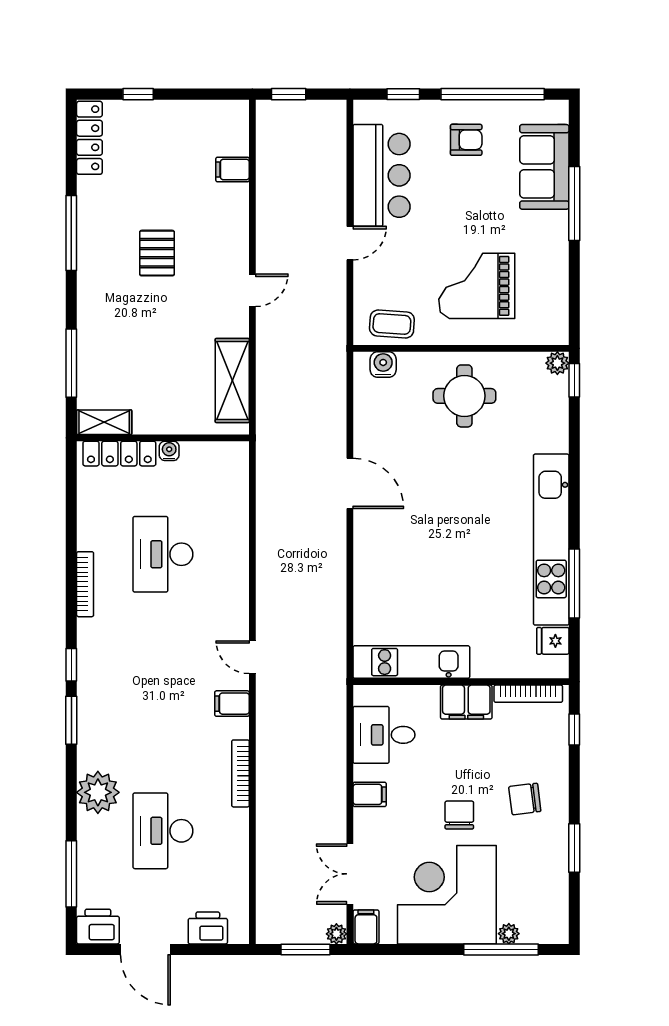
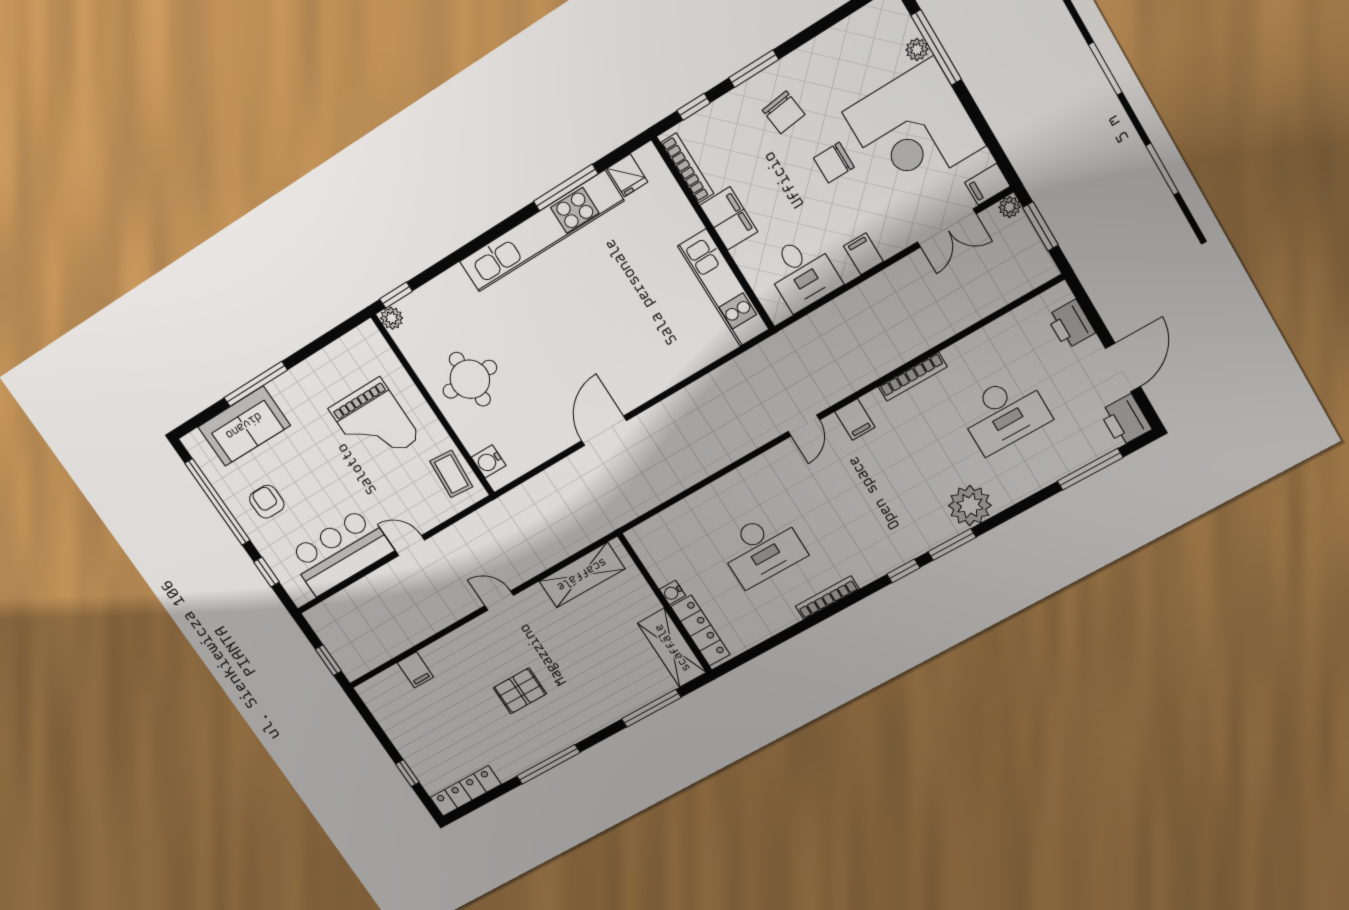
shelving: (104, 422) -> (672, 648), width x1.50, depth x1.33
plant: (98, 792) -> (970, 506), moved
window: (574, 848) -> (754, 69), moved

